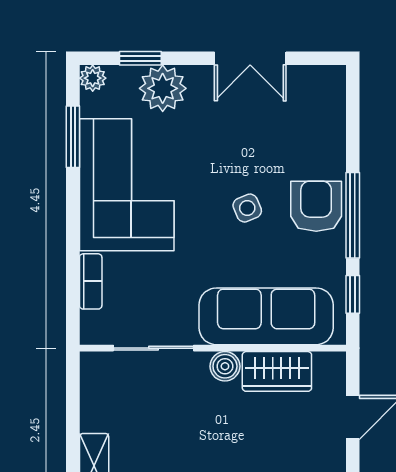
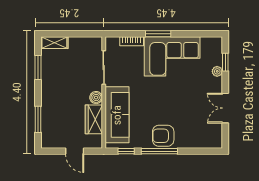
plant: (93, 78) -> (217, 42), removed
plant: (163, 88) -> (217, 71), width x0.53, depth x0.53
window: (73, 137) -> (158, 34), moved
armchair: (316, 206) -> (163, 136), turned 180
side table: (247, 208) -> (162, 107), removed

